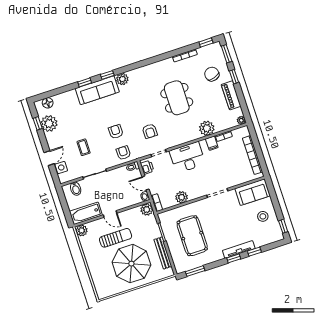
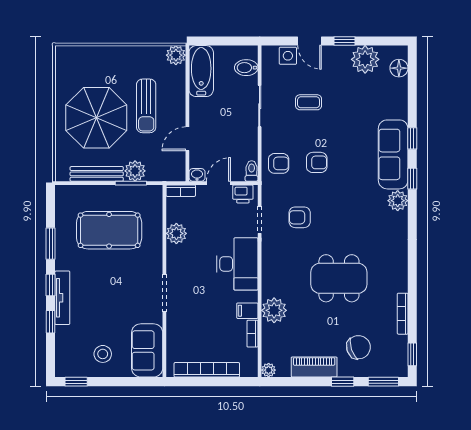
window: (38, 123) -> (345, 41), moved
plant: (147, 209) -> (135, 171), moved
door: (110, 214) -> (187, 139), moved
window: (195, 271) -> (51, 244), moved

